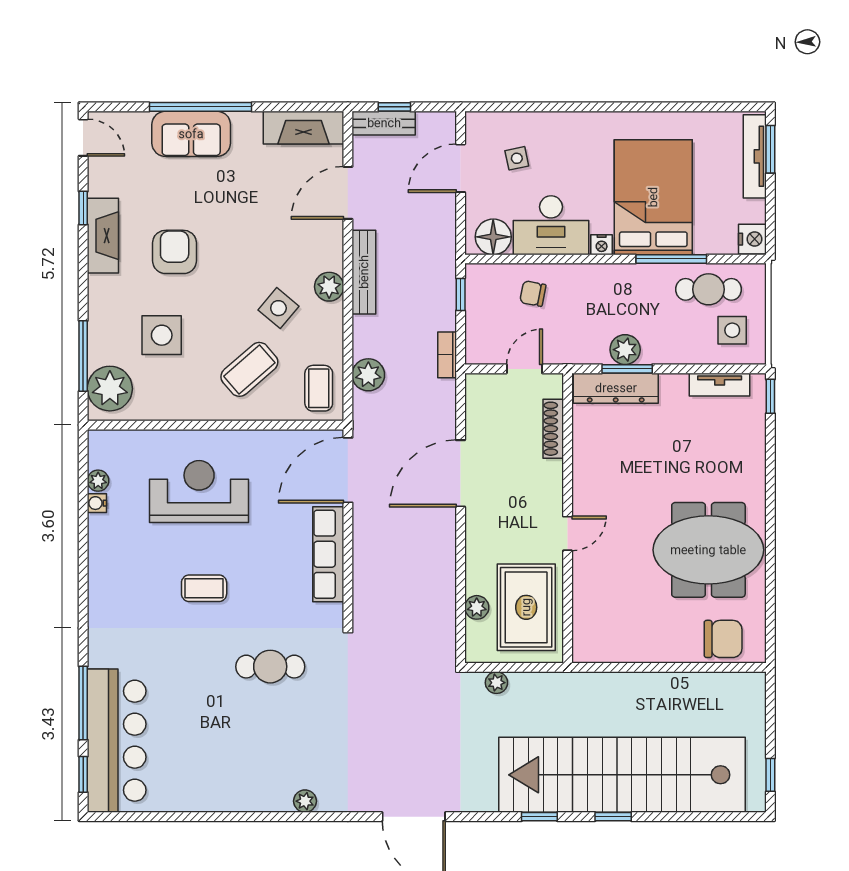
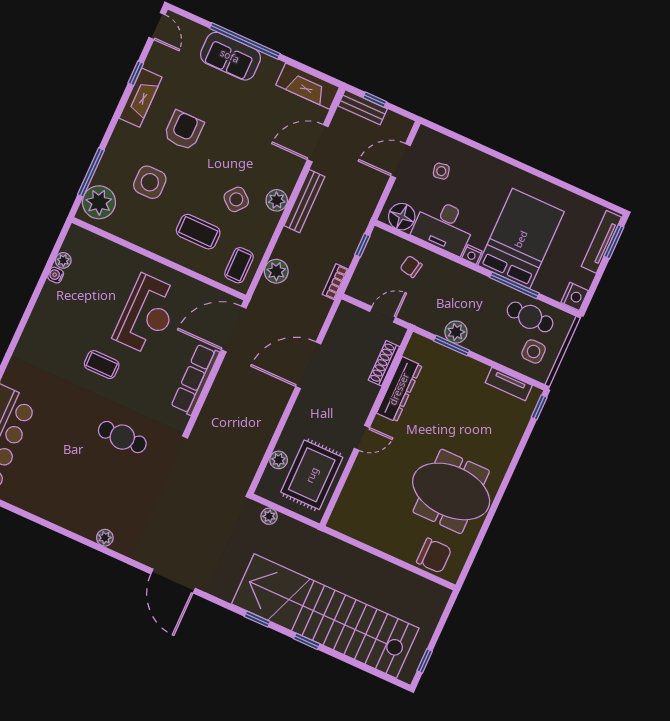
coffee table: (249, 369) -> (198, 232), turned 41
dresser: (616, 388) -> (399, 389), moved, turned -90
reception desk: (199, 491) -> (147, 315), moved, turned 90

